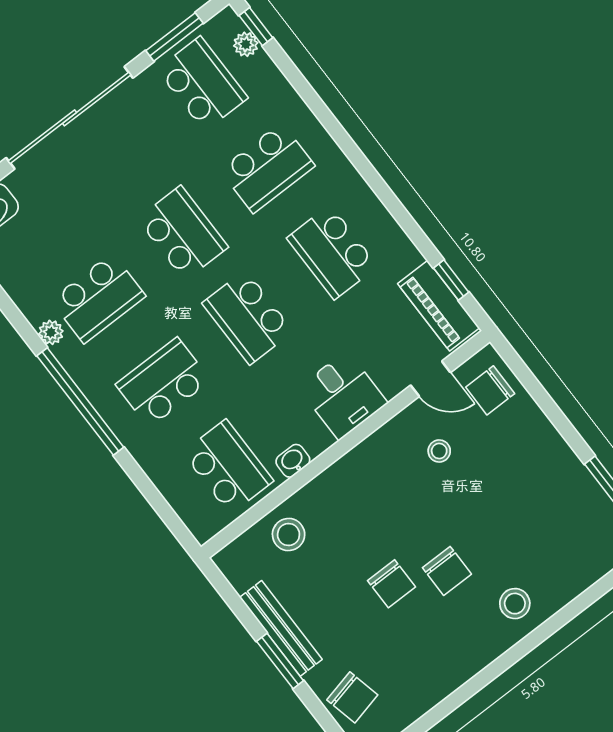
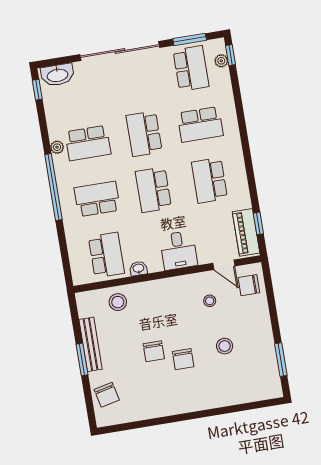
school desk: (183, 233) -> (144, 134), turned 180
stool: (515, 604) -> (225, 346), moved

